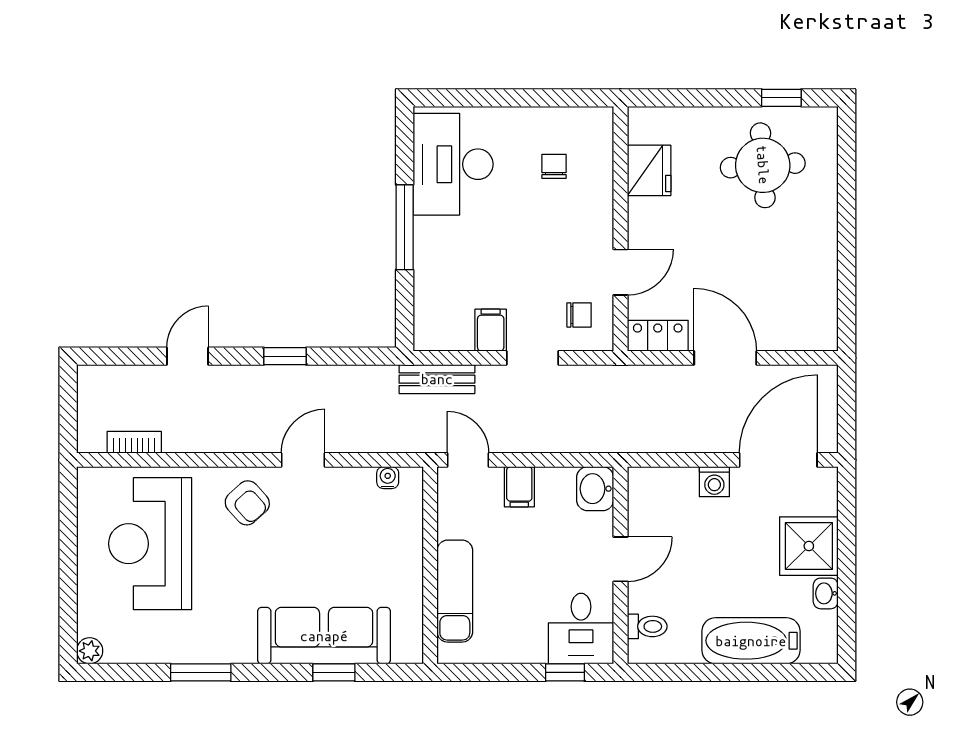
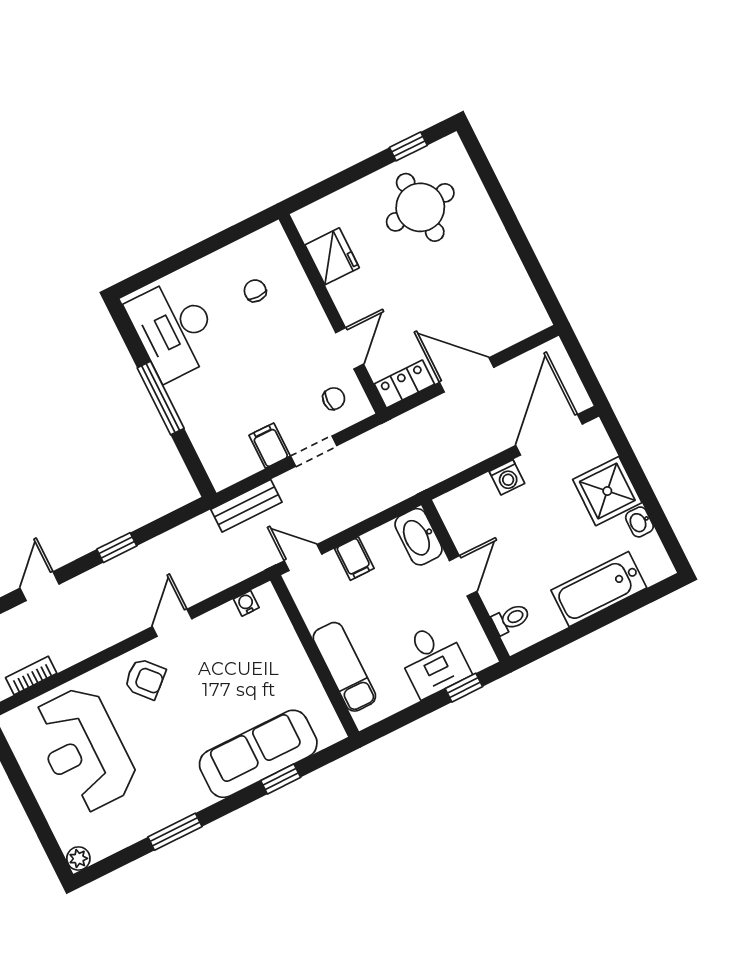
washbasin: (595, 489) -> (418, 537), width x1.38
desk: (581, 629) -> (433, 660), moved

